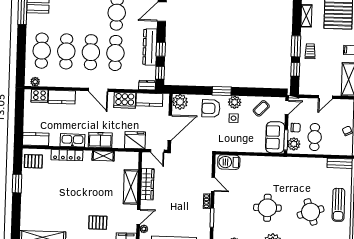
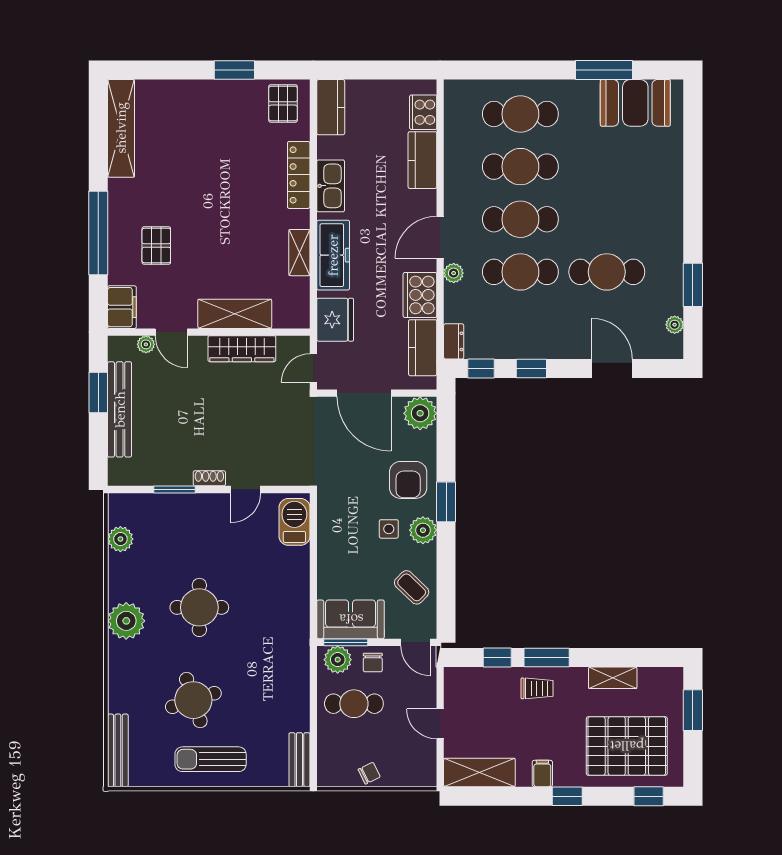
dresser: (150, 47) -> (535, 345), removed
plant: (35, 82) -> (454, 273), moved
armchair: (211, 108) -> (408, 480), turned 180
freezer: (100, 140) -> (333, 255), width x1.40

